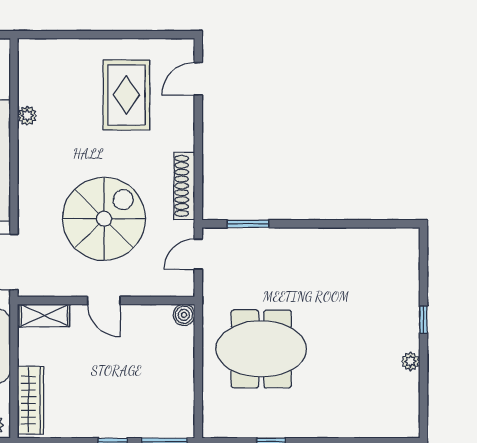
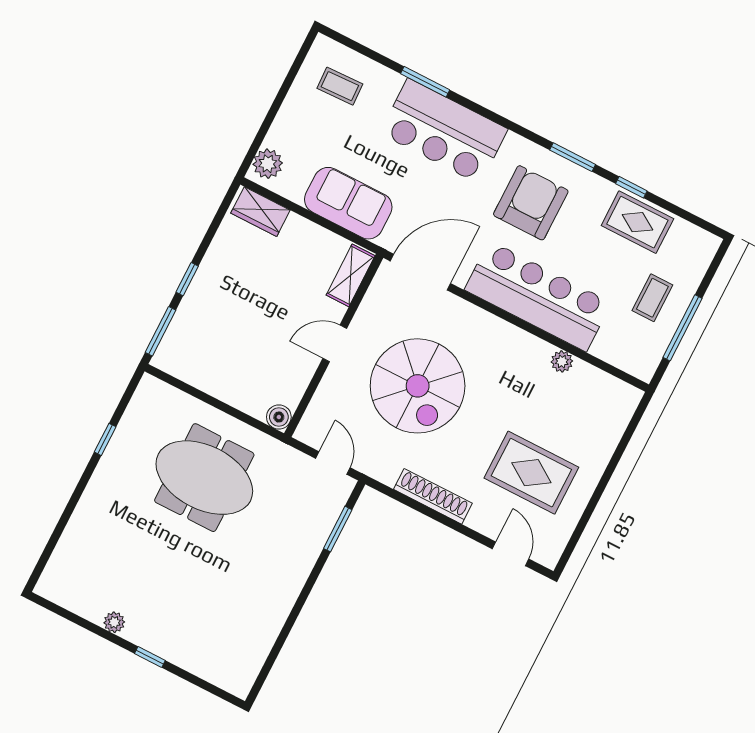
shoe rack: (184, 186) -> (433, 496), moved
meeting table: (261, 349) -> (204, 478), turned 90
wardrobe: (31, 400) -> (260, 212), width x0.67

